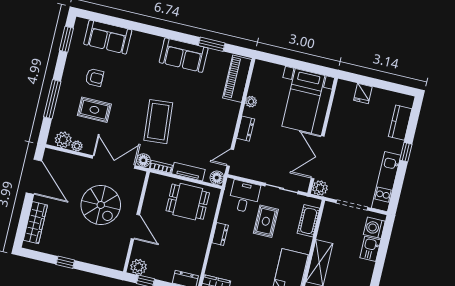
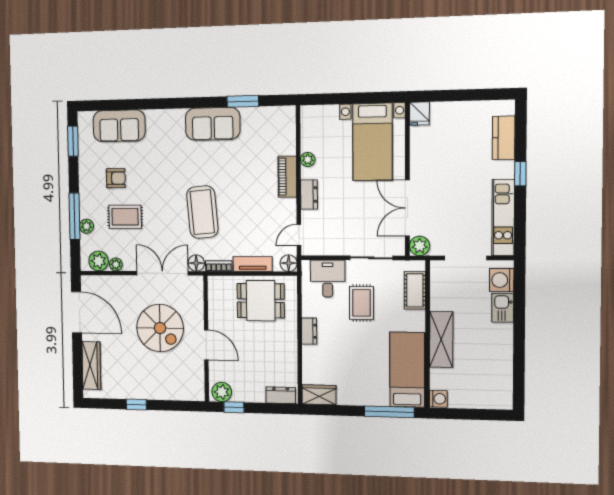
piano: (237, 79) -> (287, 177), moved, width x0.73, depth x0.75
fridge: (363, 93) -> (419, 114), moved
plant: (60, 110) -> (87, 226), added

